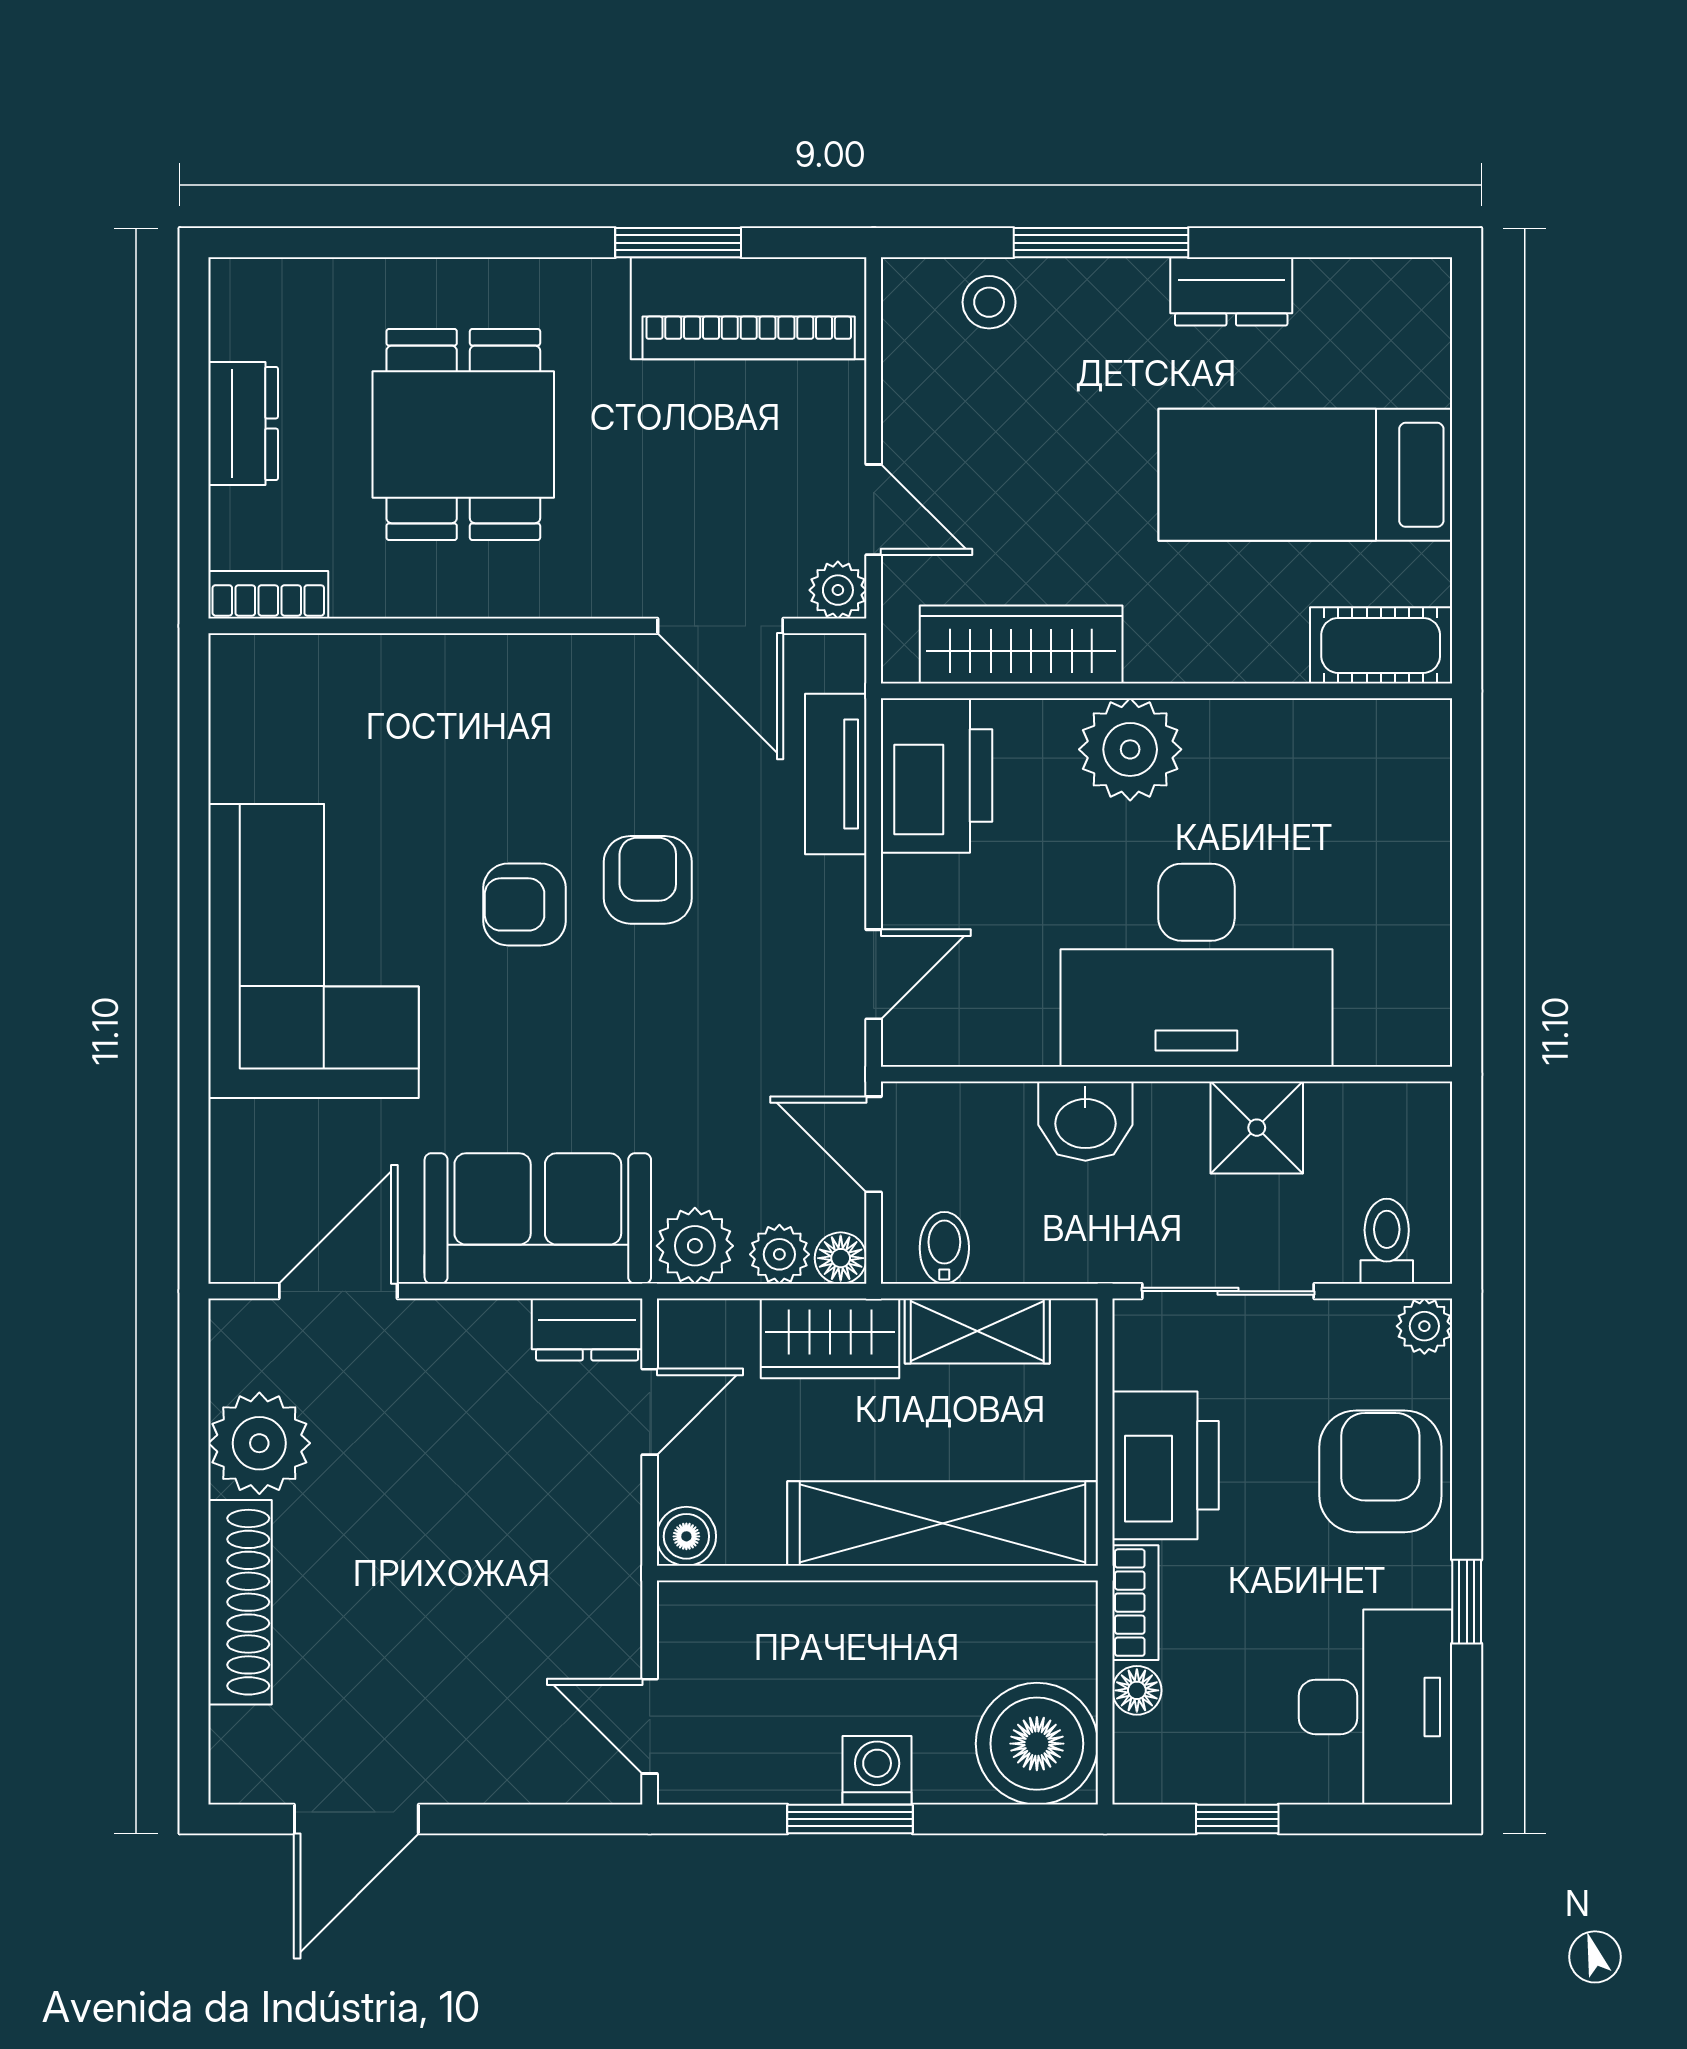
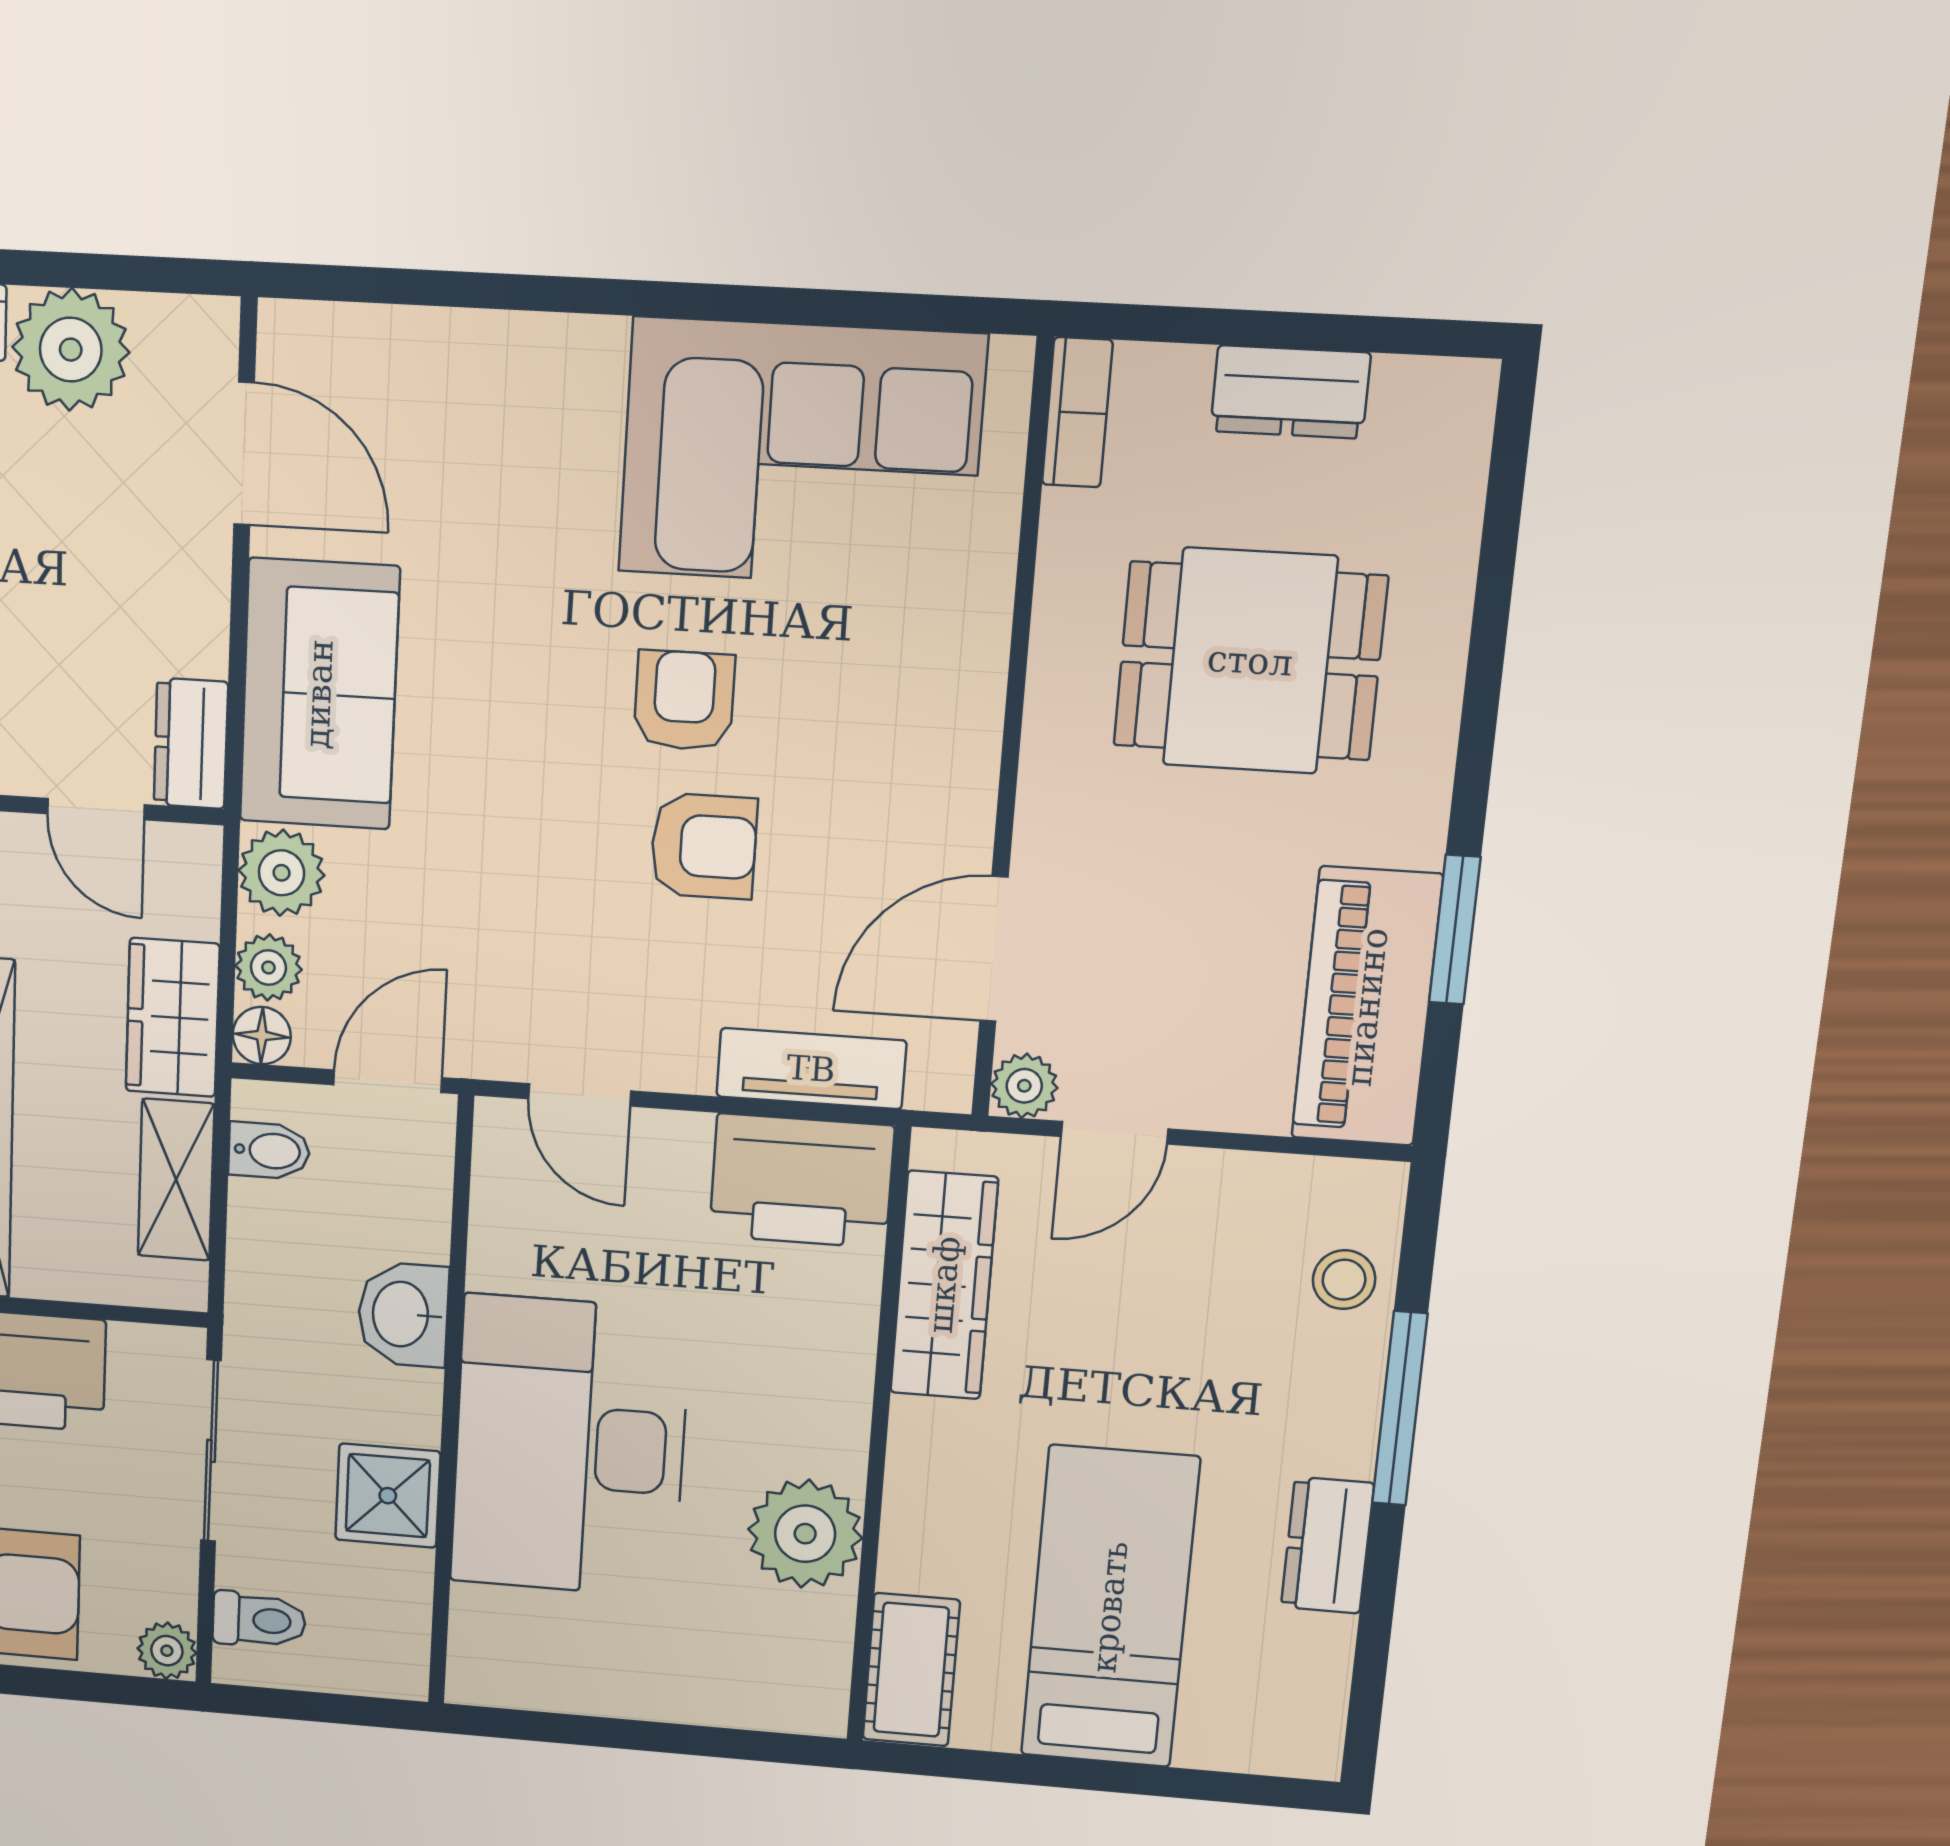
plant: (1130, 749) -> (805, 1534), moved
corner sofa: (313, 951) -> (801, 454), moved

